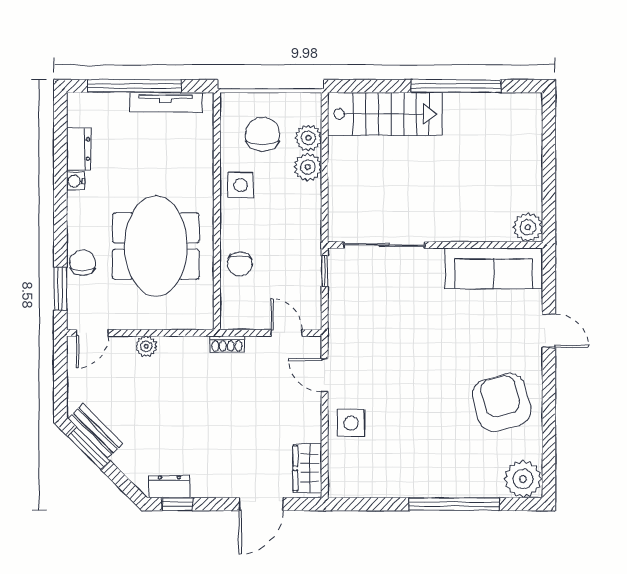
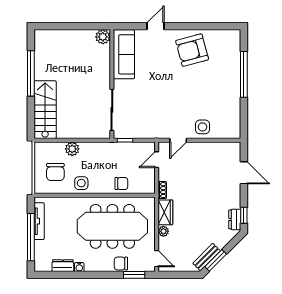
chair: (262, 134) -> (55, 172), turned -90
plant: (308, 138) -> (57, 149), removed
meeting table: (156, 246) -> (112, 226), width x1.36
wardrobe: (307, 468) -> (165, 212), moved, turned -90
plant: (523, 479) -> (231, 39), removed

